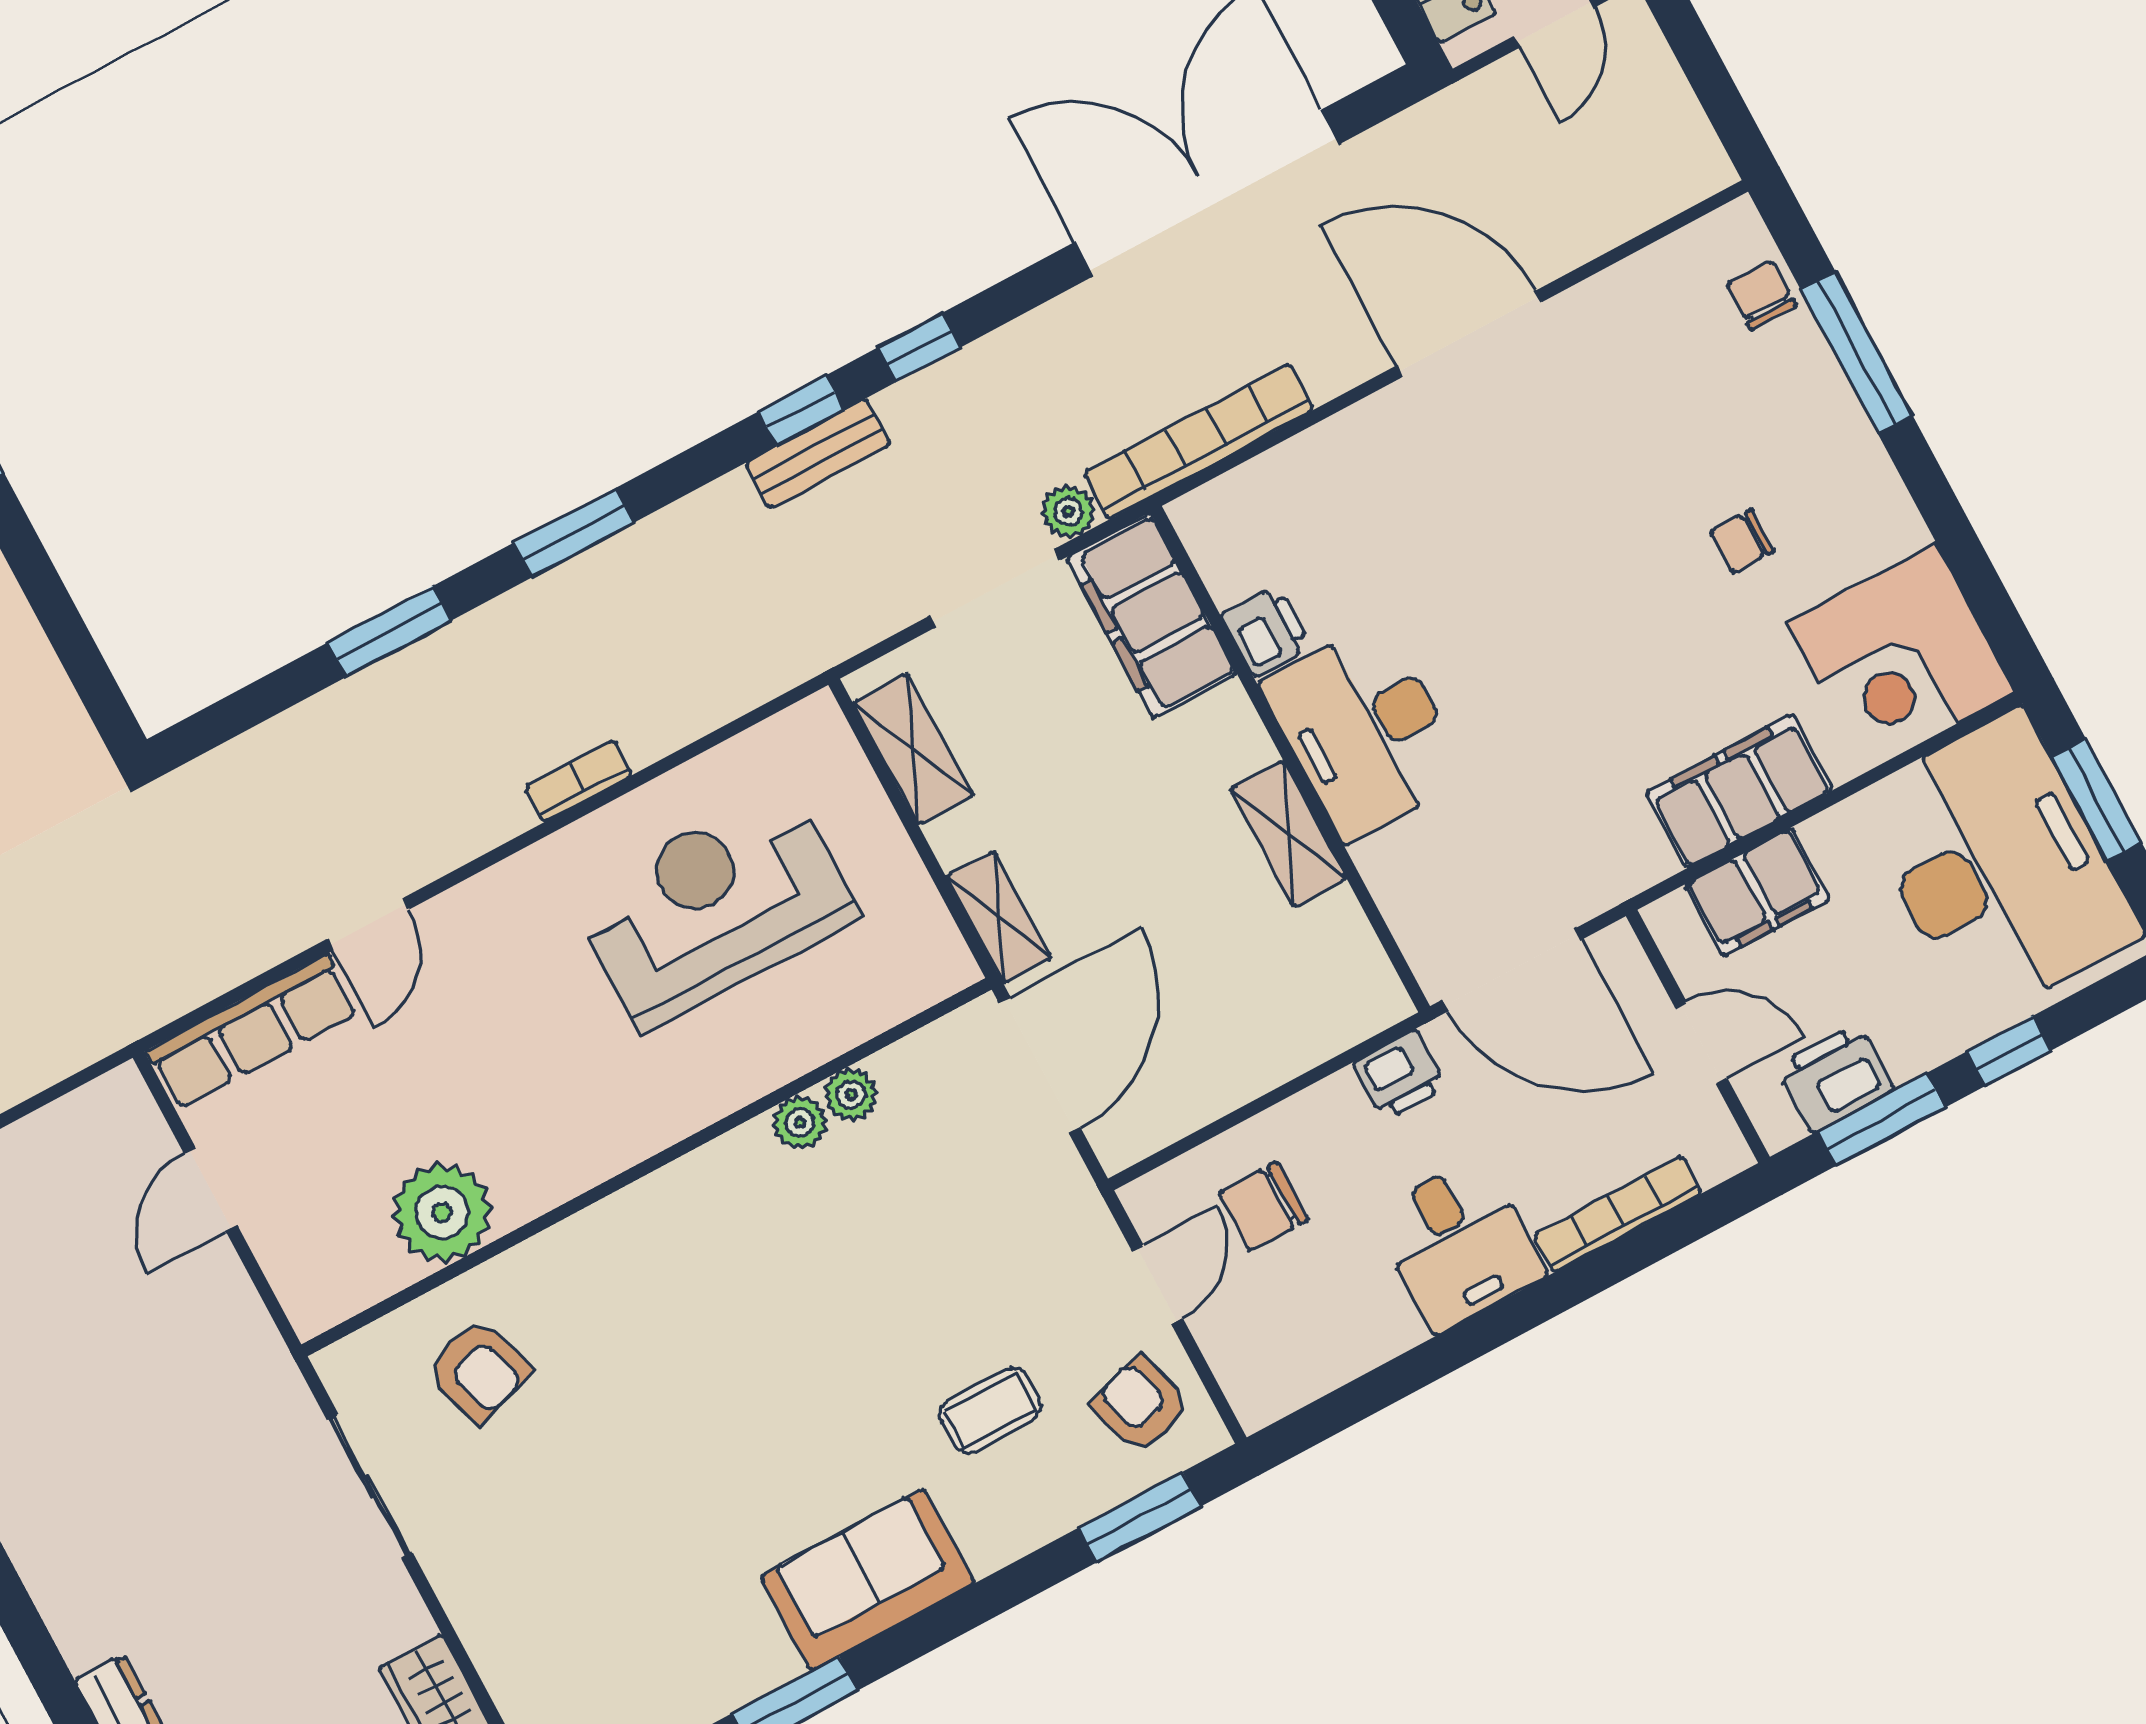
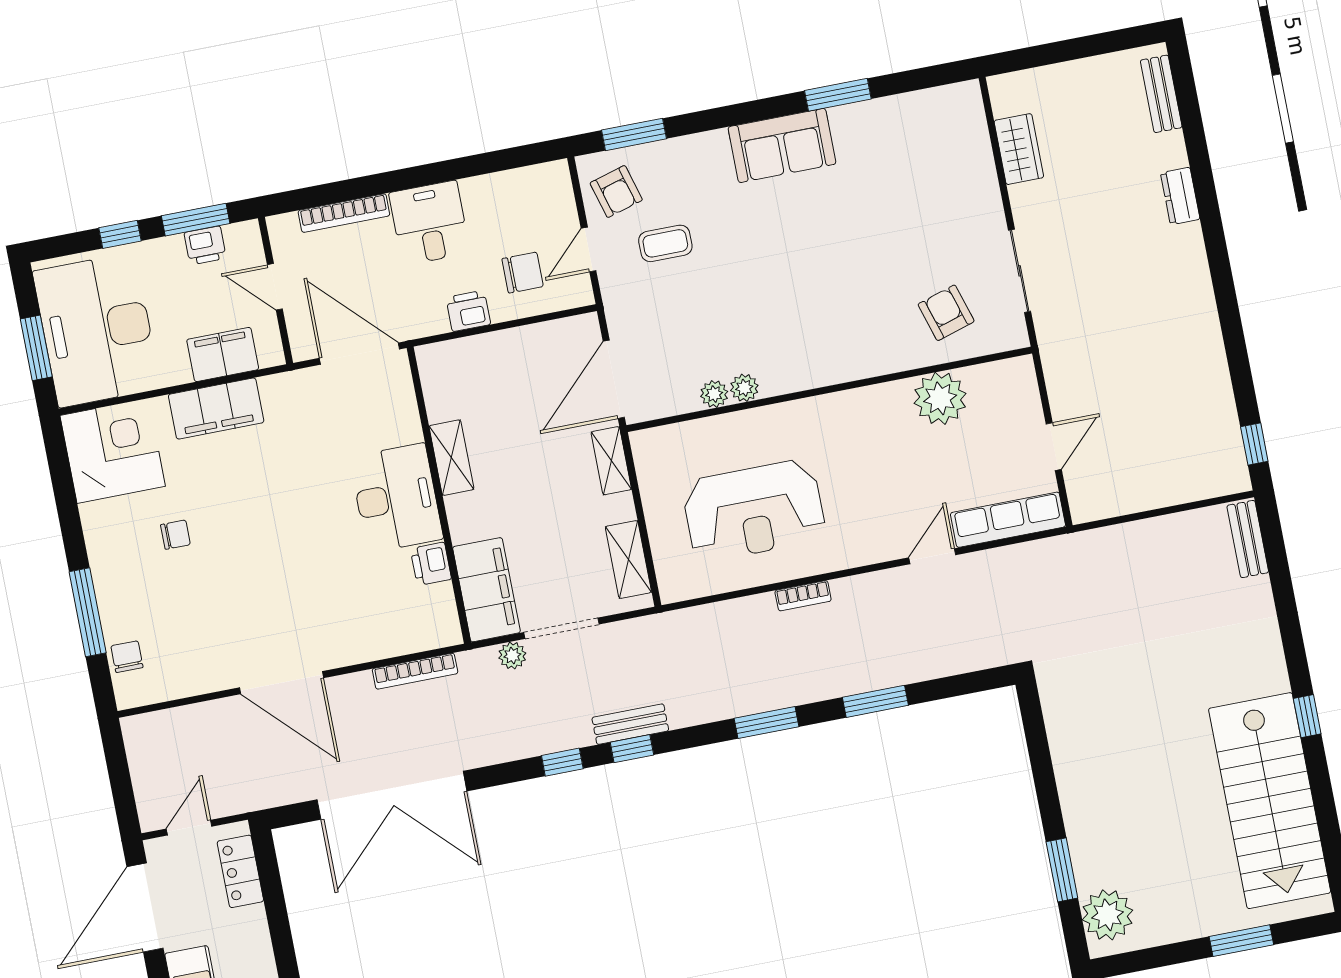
chair: (1761, 295) -> (127, 657), turned 180
bookcase: (1199, 442) -> (415, 671), width x0.68, depth x0.76
printer: (1400, 1075) -> (468, 311), moved
printer: (1835, 1078) -> (205, 245), width x0.73, depth x0.81
coffee table: (990, 1411) -> (665, 243), moved

